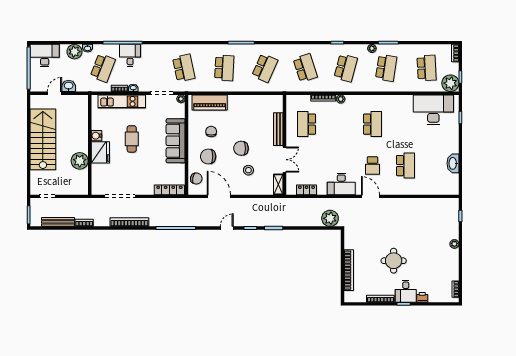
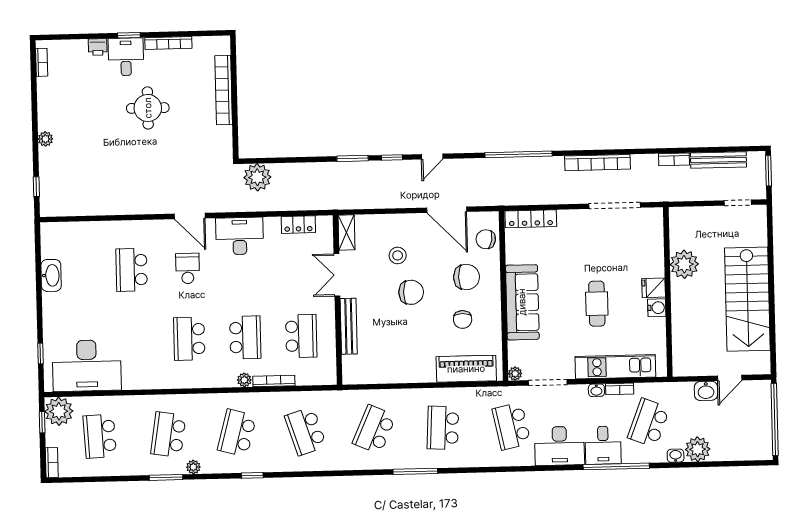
desk: (45, 56) -> (559, 446), moved
school desk: (339, 124) -> (245, 337), added
fridge: (100, 152) -> (654, 288), width x0.53, depth x0.75

